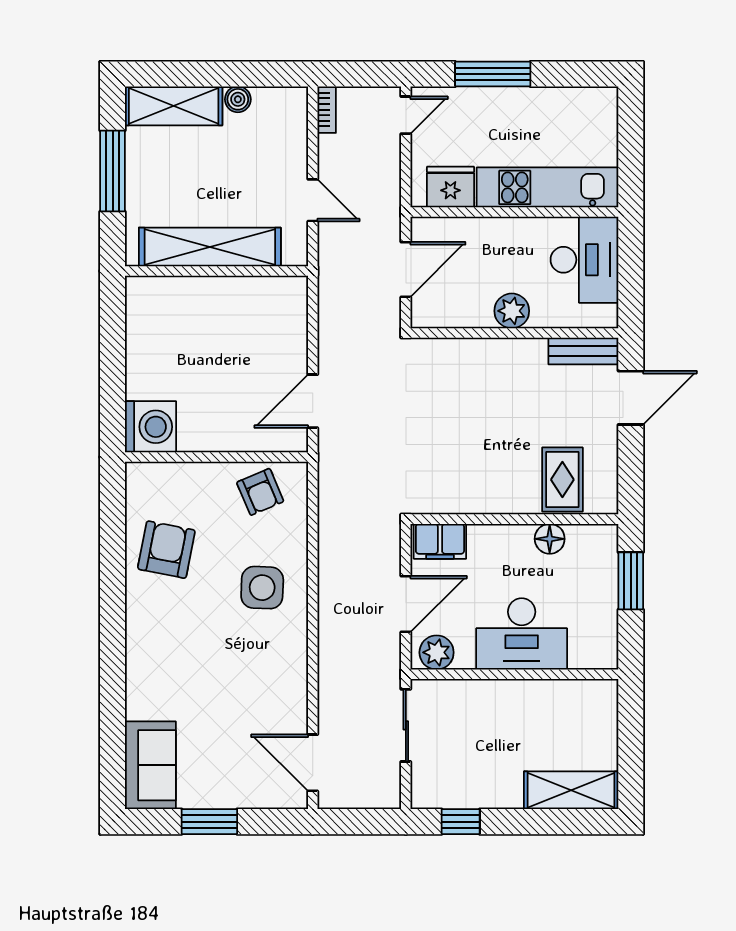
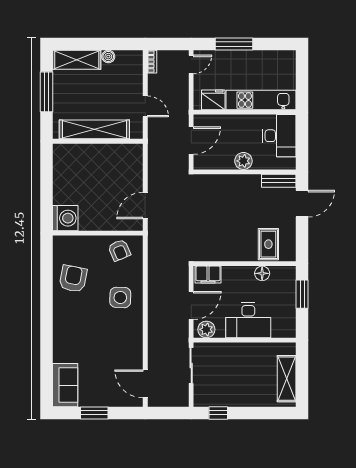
shelving: (571, 790) -> (287, 379), moved, turned 90

